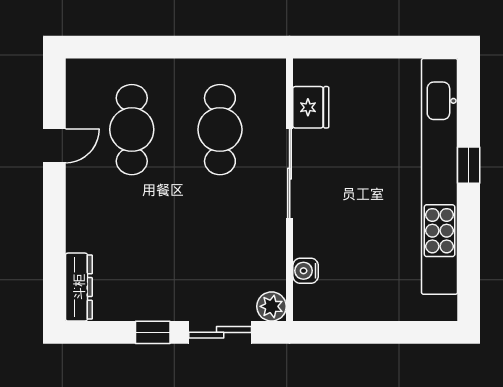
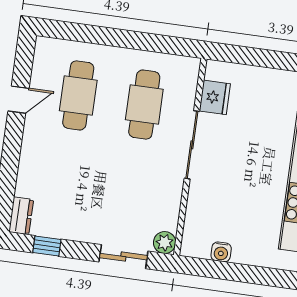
water cooler: (306, 271) -> (221, 252), moved, turned -90
dresser: (79, 287) -> (21, 216), width x0.70
window: (153, 332) -> (47, 246), moved

